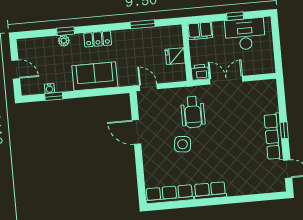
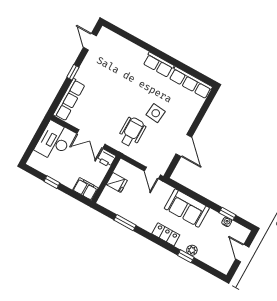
desk: (245, 34) -> (54, 141), moved, turned 90
row of seats: (274, 137) -> (69, 100), moved

